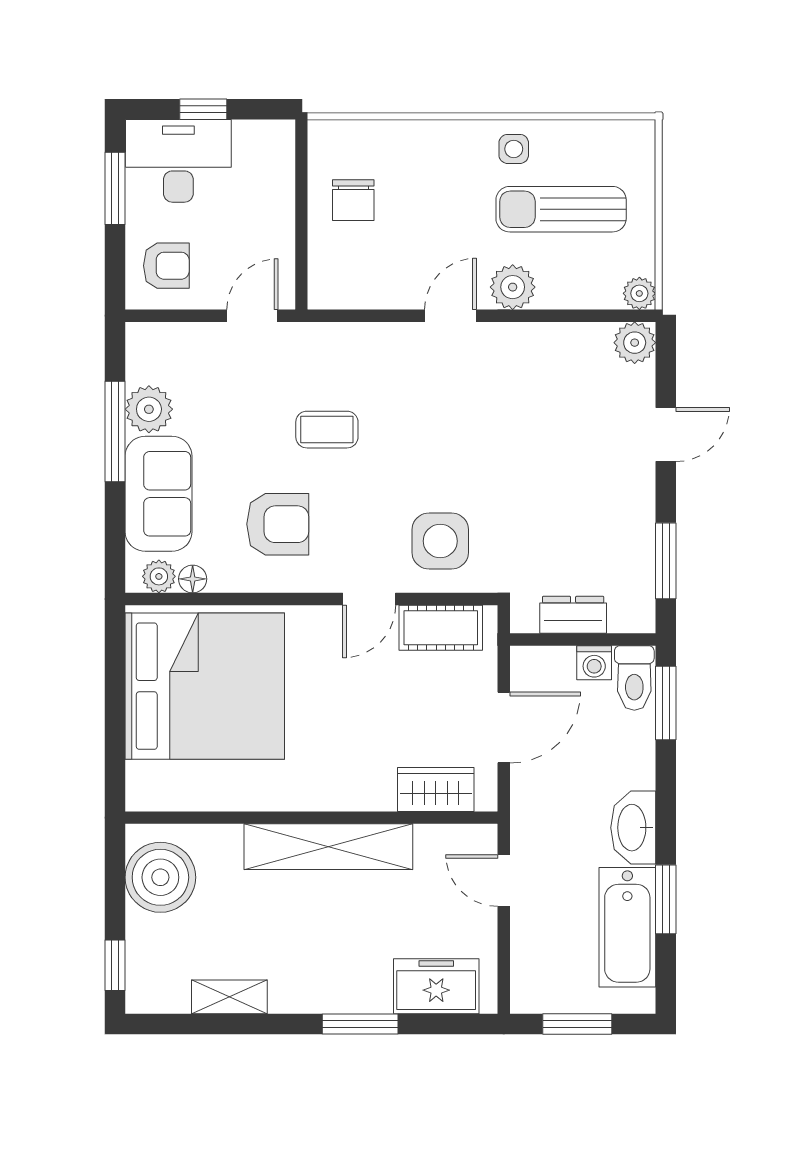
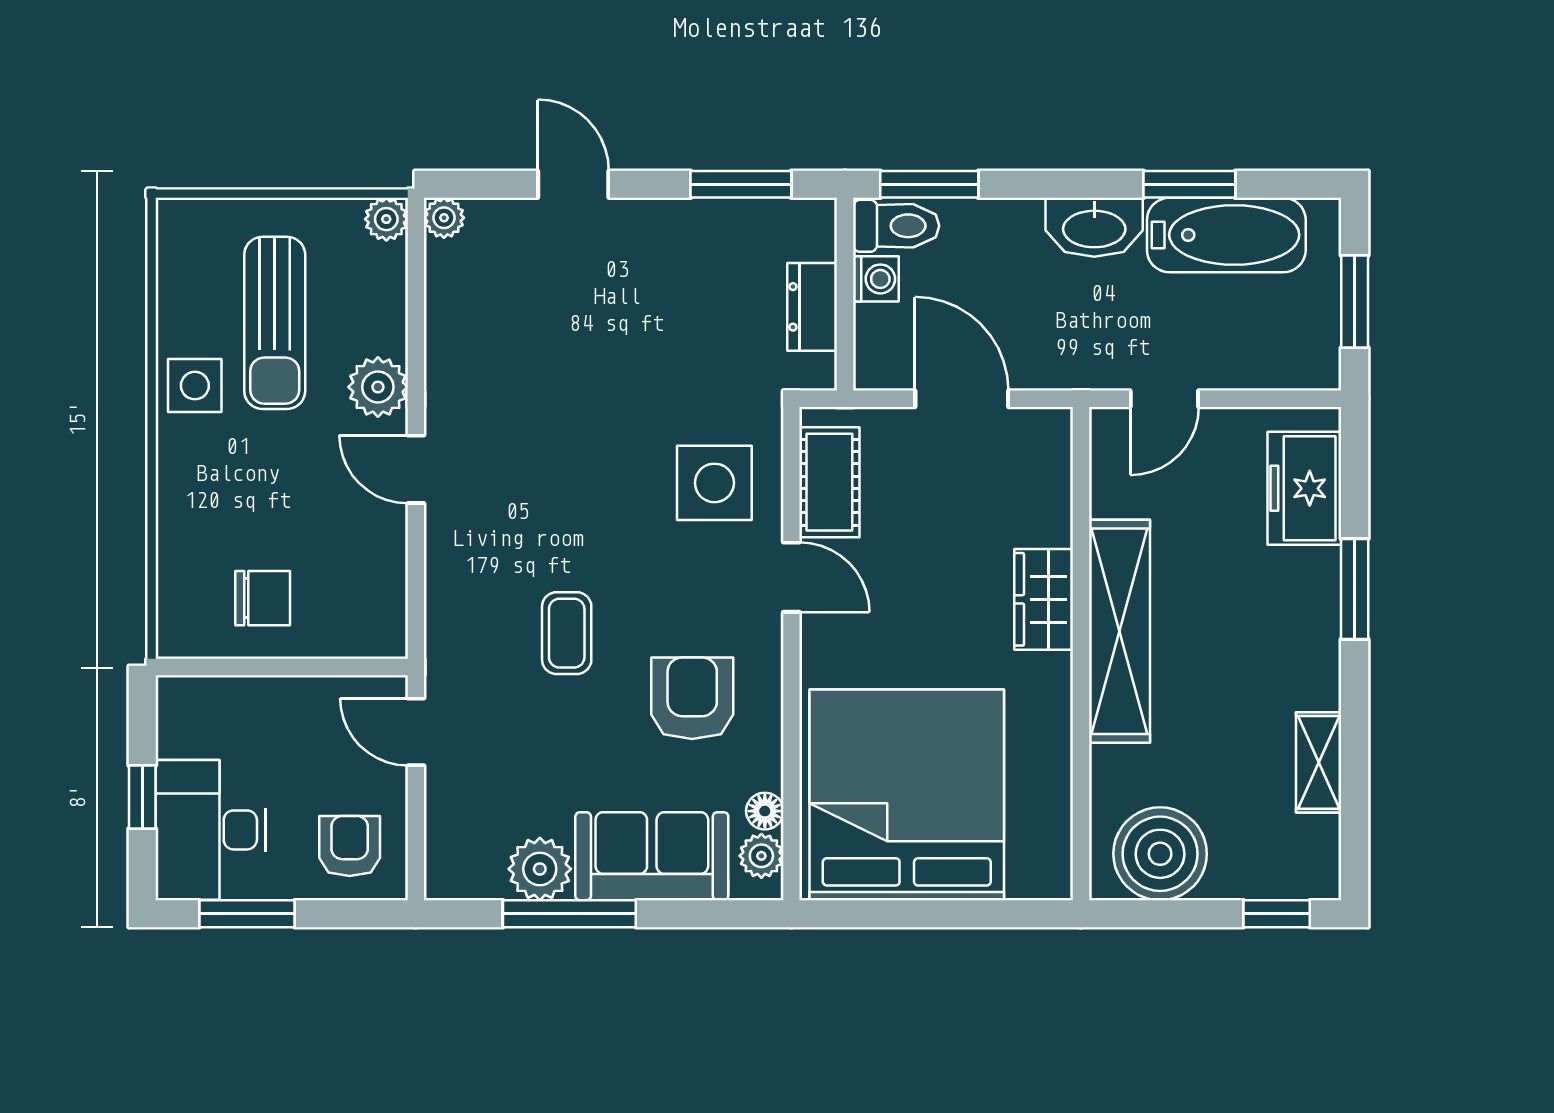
side table: (514, 149) -> (195, 386), width x1.37, depth x1.37
plant: (635, 343) -> (444, 218), width x0.73, depth x0.73
wardrobe: (436, 789) -> (1044, 599), moved

